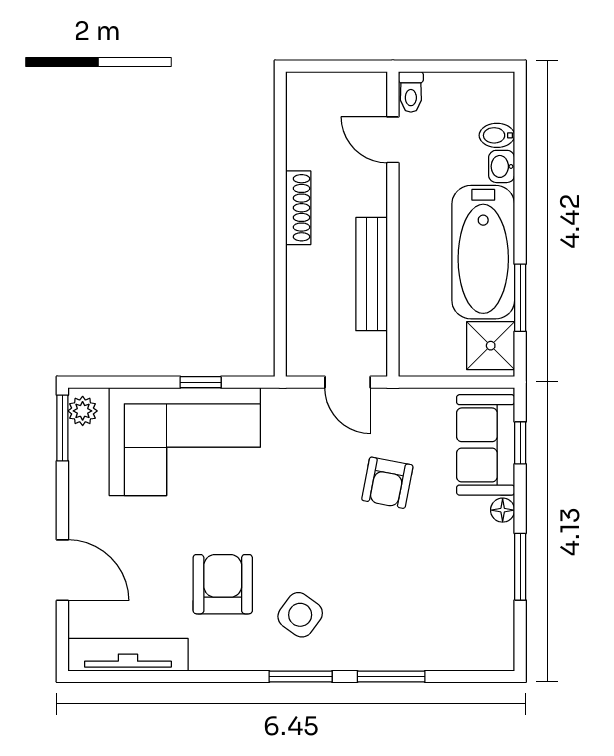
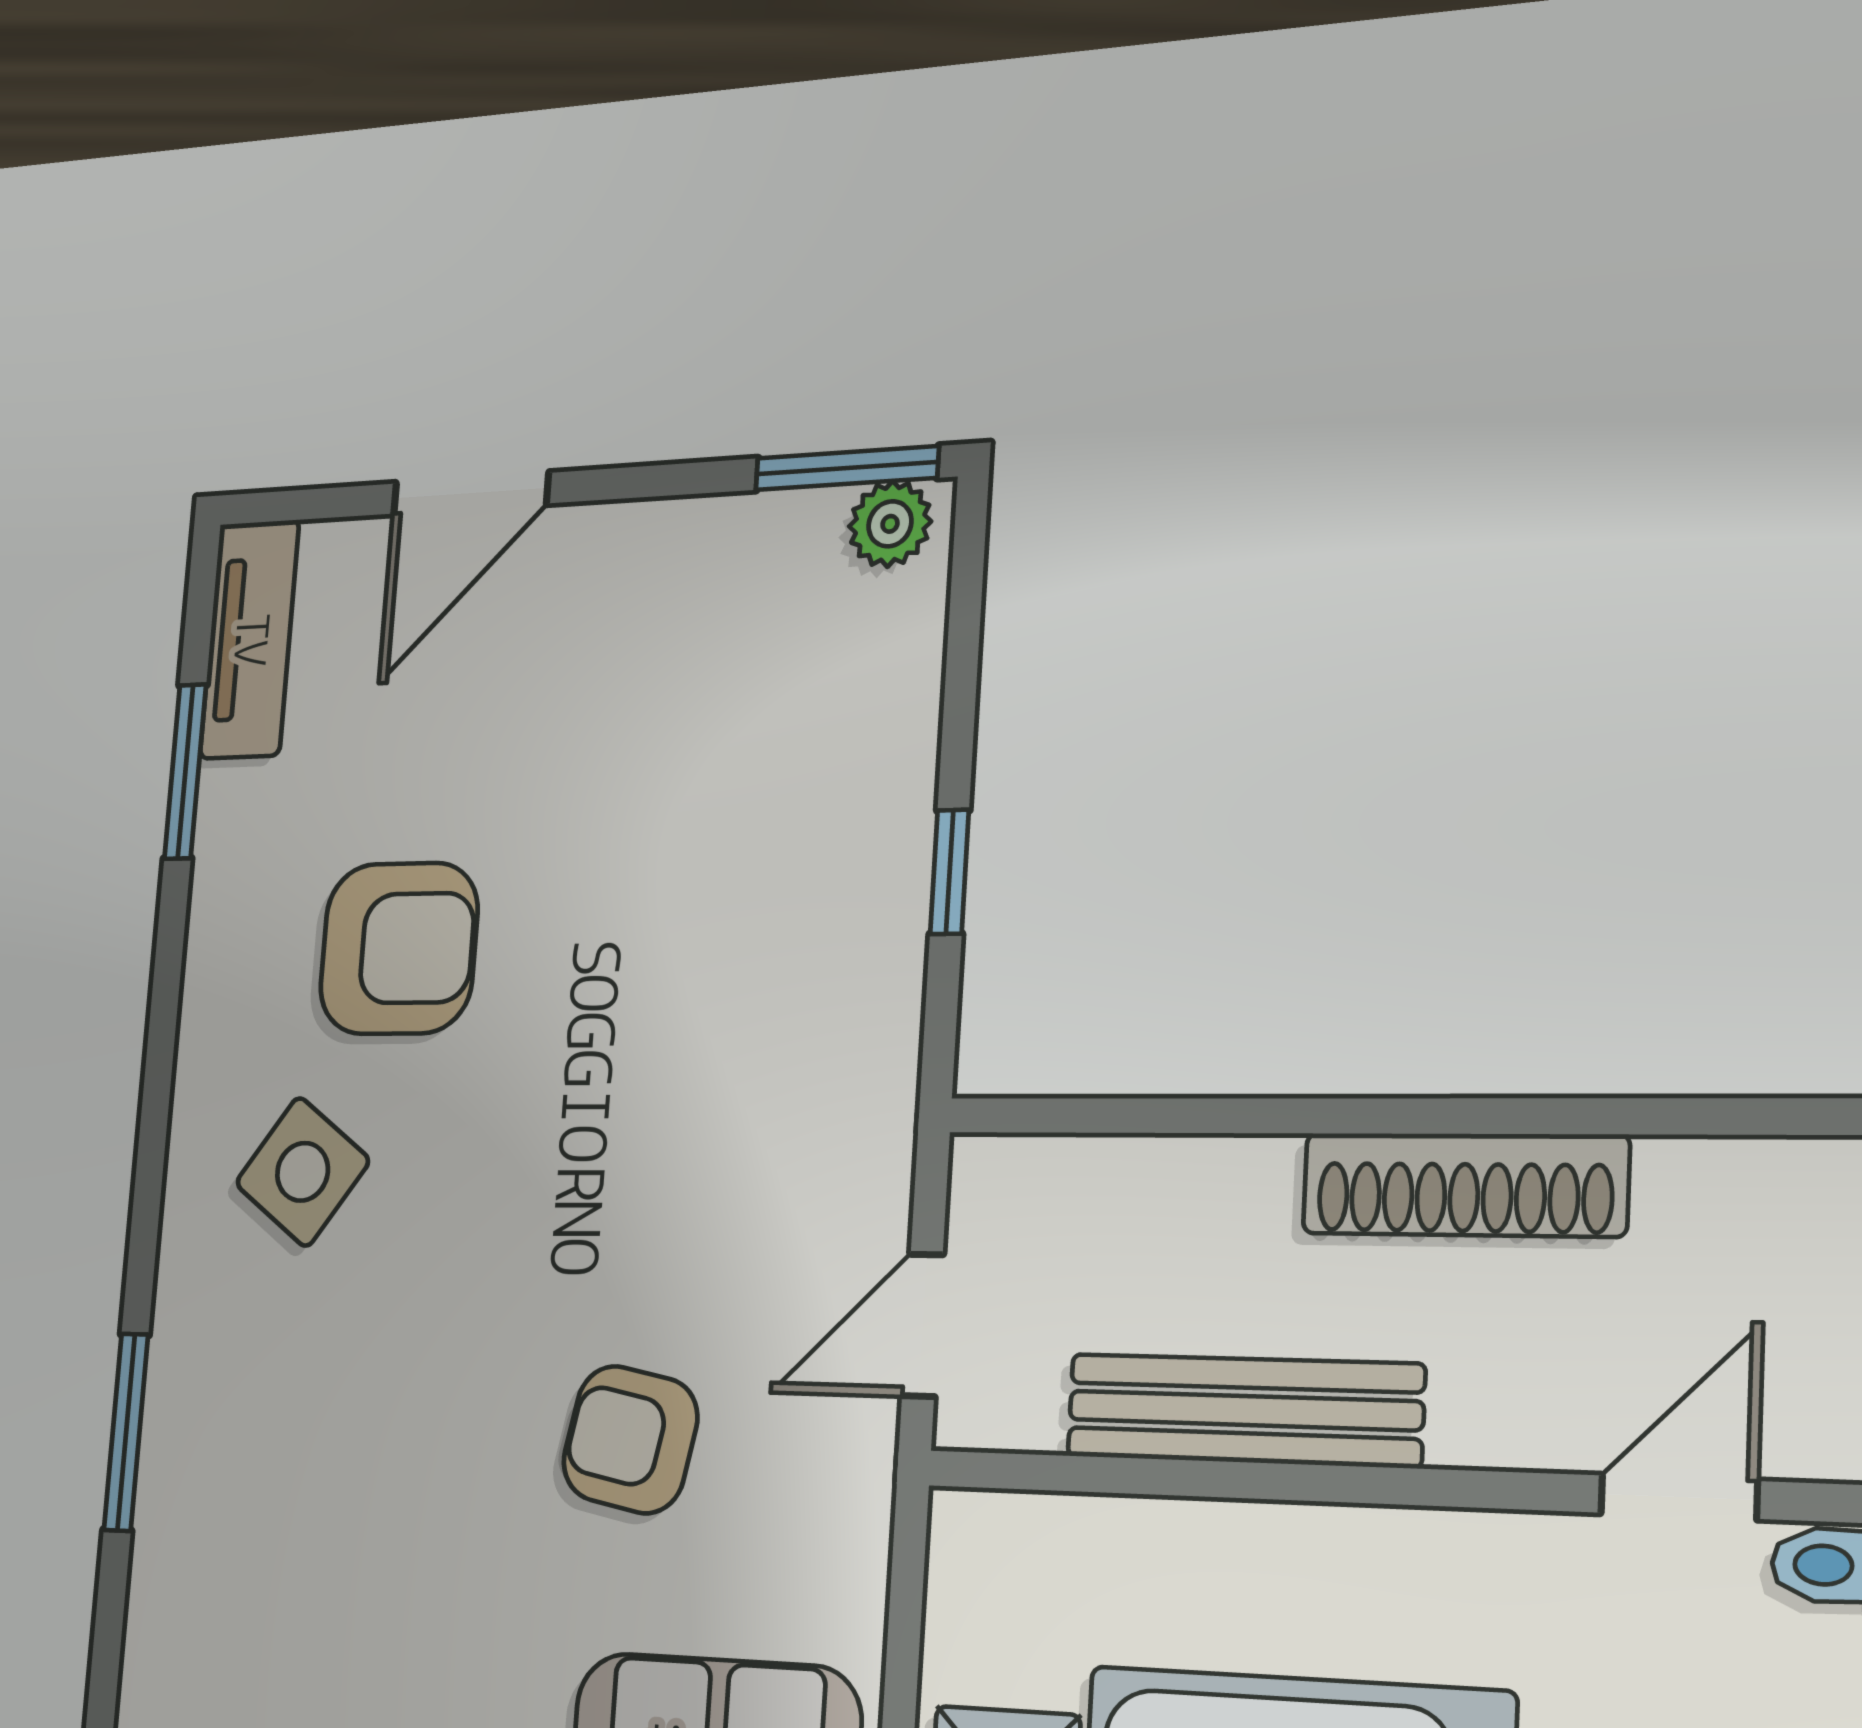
shoe rack: (298, 208) -> (1464, 1184), width x1.36, depth x1.24
corner sofa: (185, 442) -> (785, 829), removed
tv unit: (128, 655) -> (250, 639), width x0.71
window: (301, 676) -> (185, 771), moved

